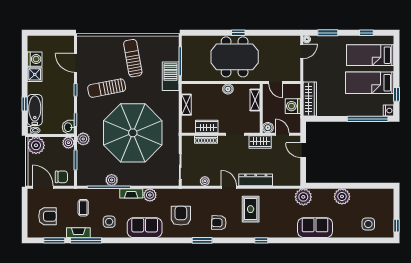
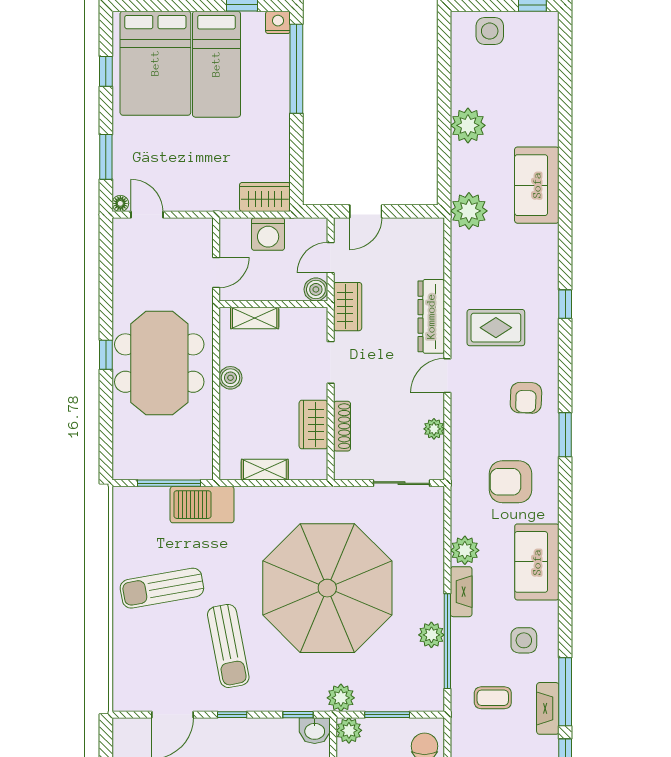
bed: (370, 55) -> (155, 63), width x1.50
wardrobe: (310, 99) -> (265, 197), width x0.67
side table: (368, 224) -> (490, 31), moved

